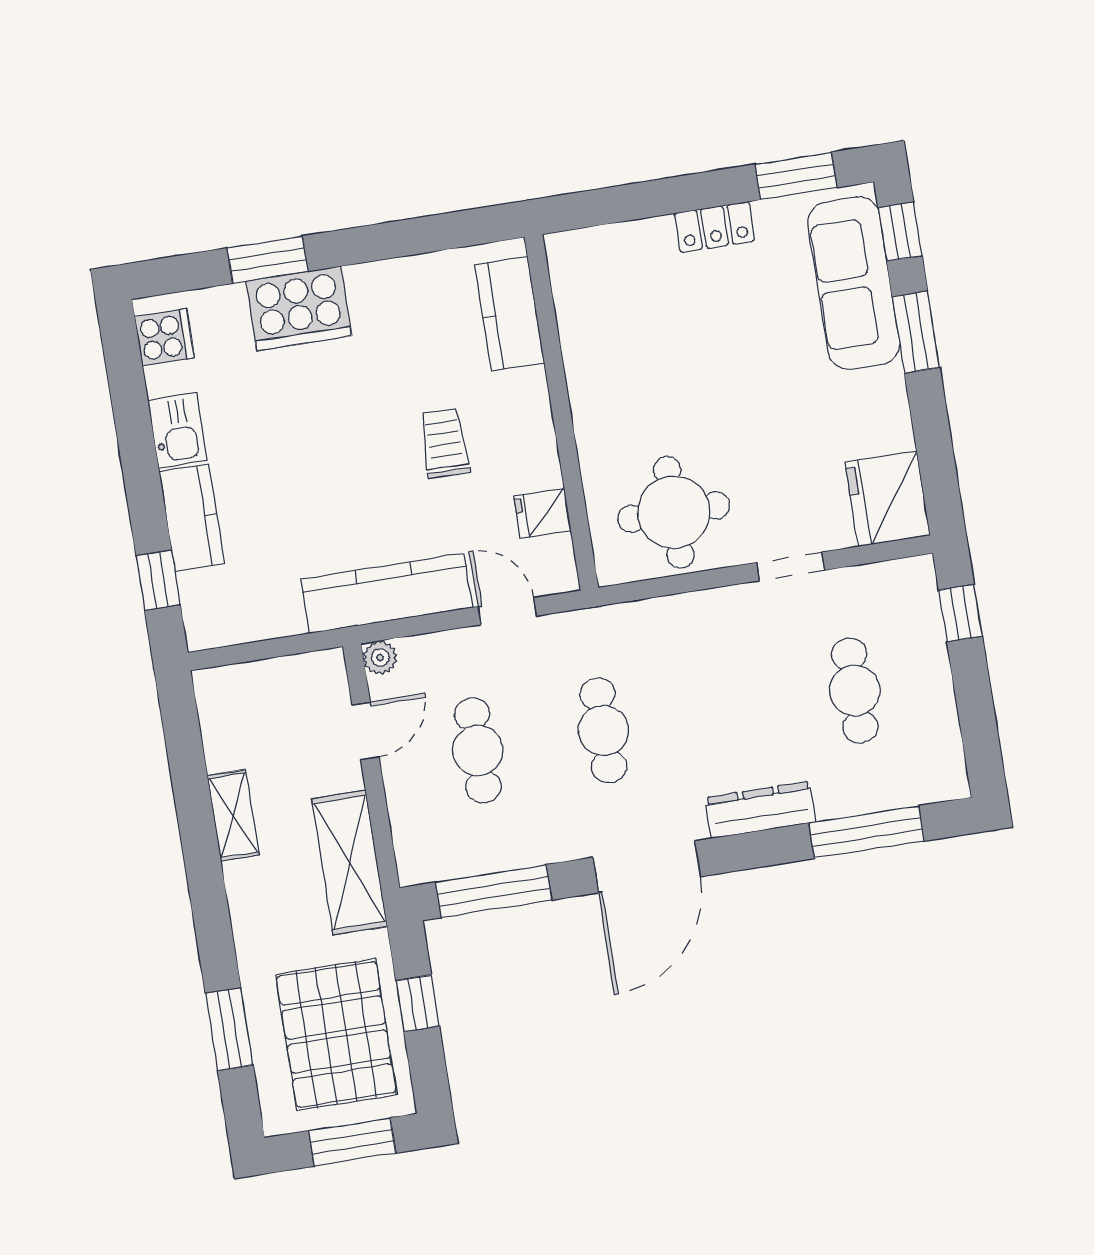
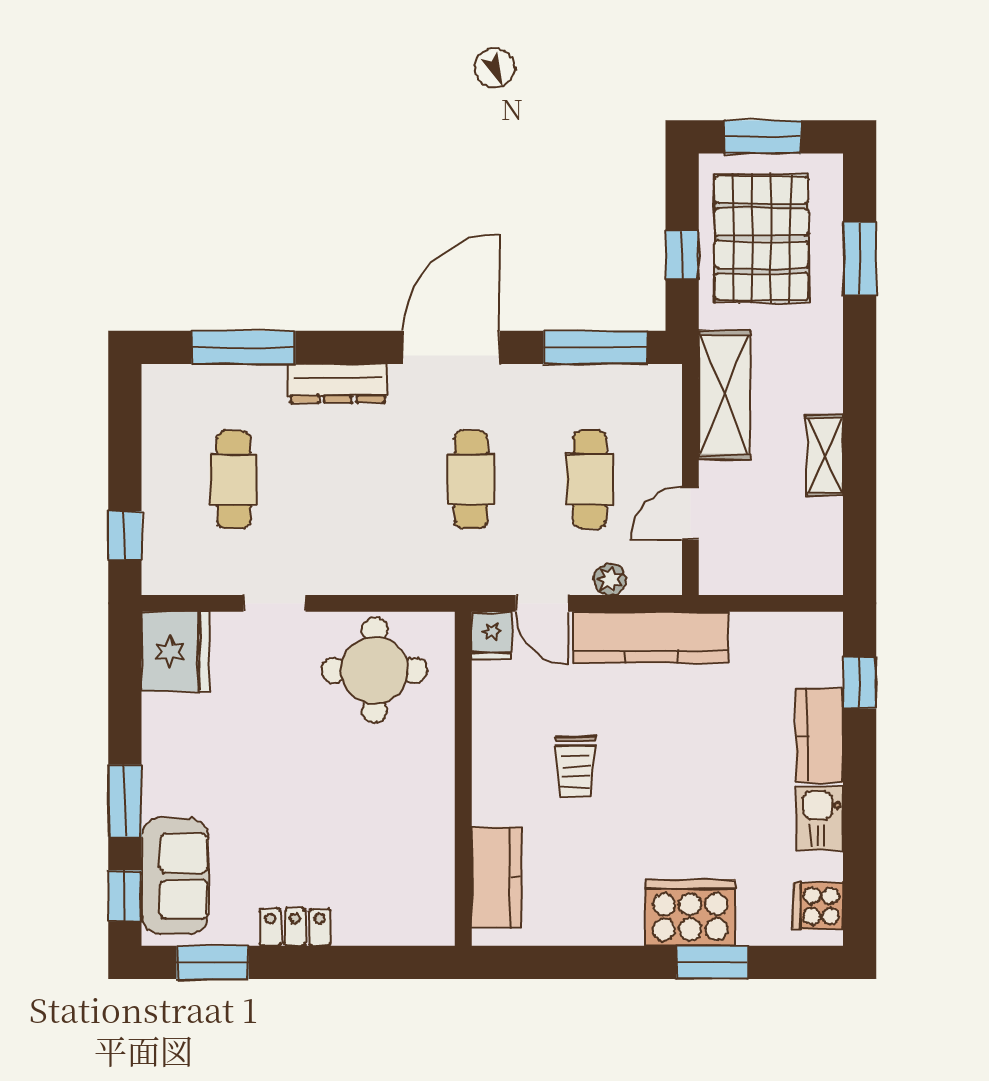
sofa: (854, 283) -> (175, 876), width x0.73
fridge: (543, 513) -> (492, 635), moved, turned 90
plant: (380, 658) -> (610, 579), moved

